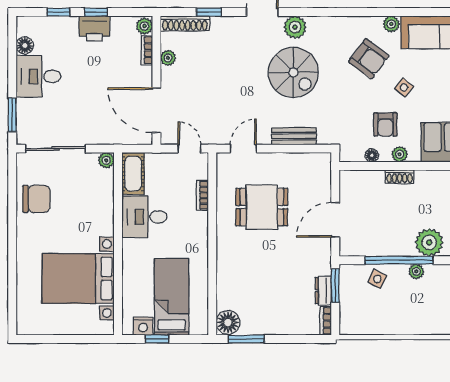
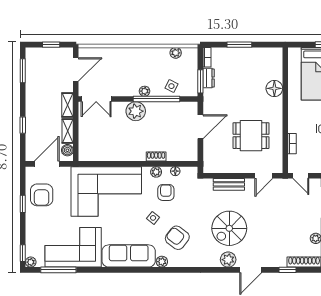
spiral stairs: (293, 72) -> (229, 228), turned -90
floor lamp: (228, 322) -> (274, 88), moved
plant: (371, 327) -> (176, 53), added
window: (246, 339) -> (239, 45), moved

